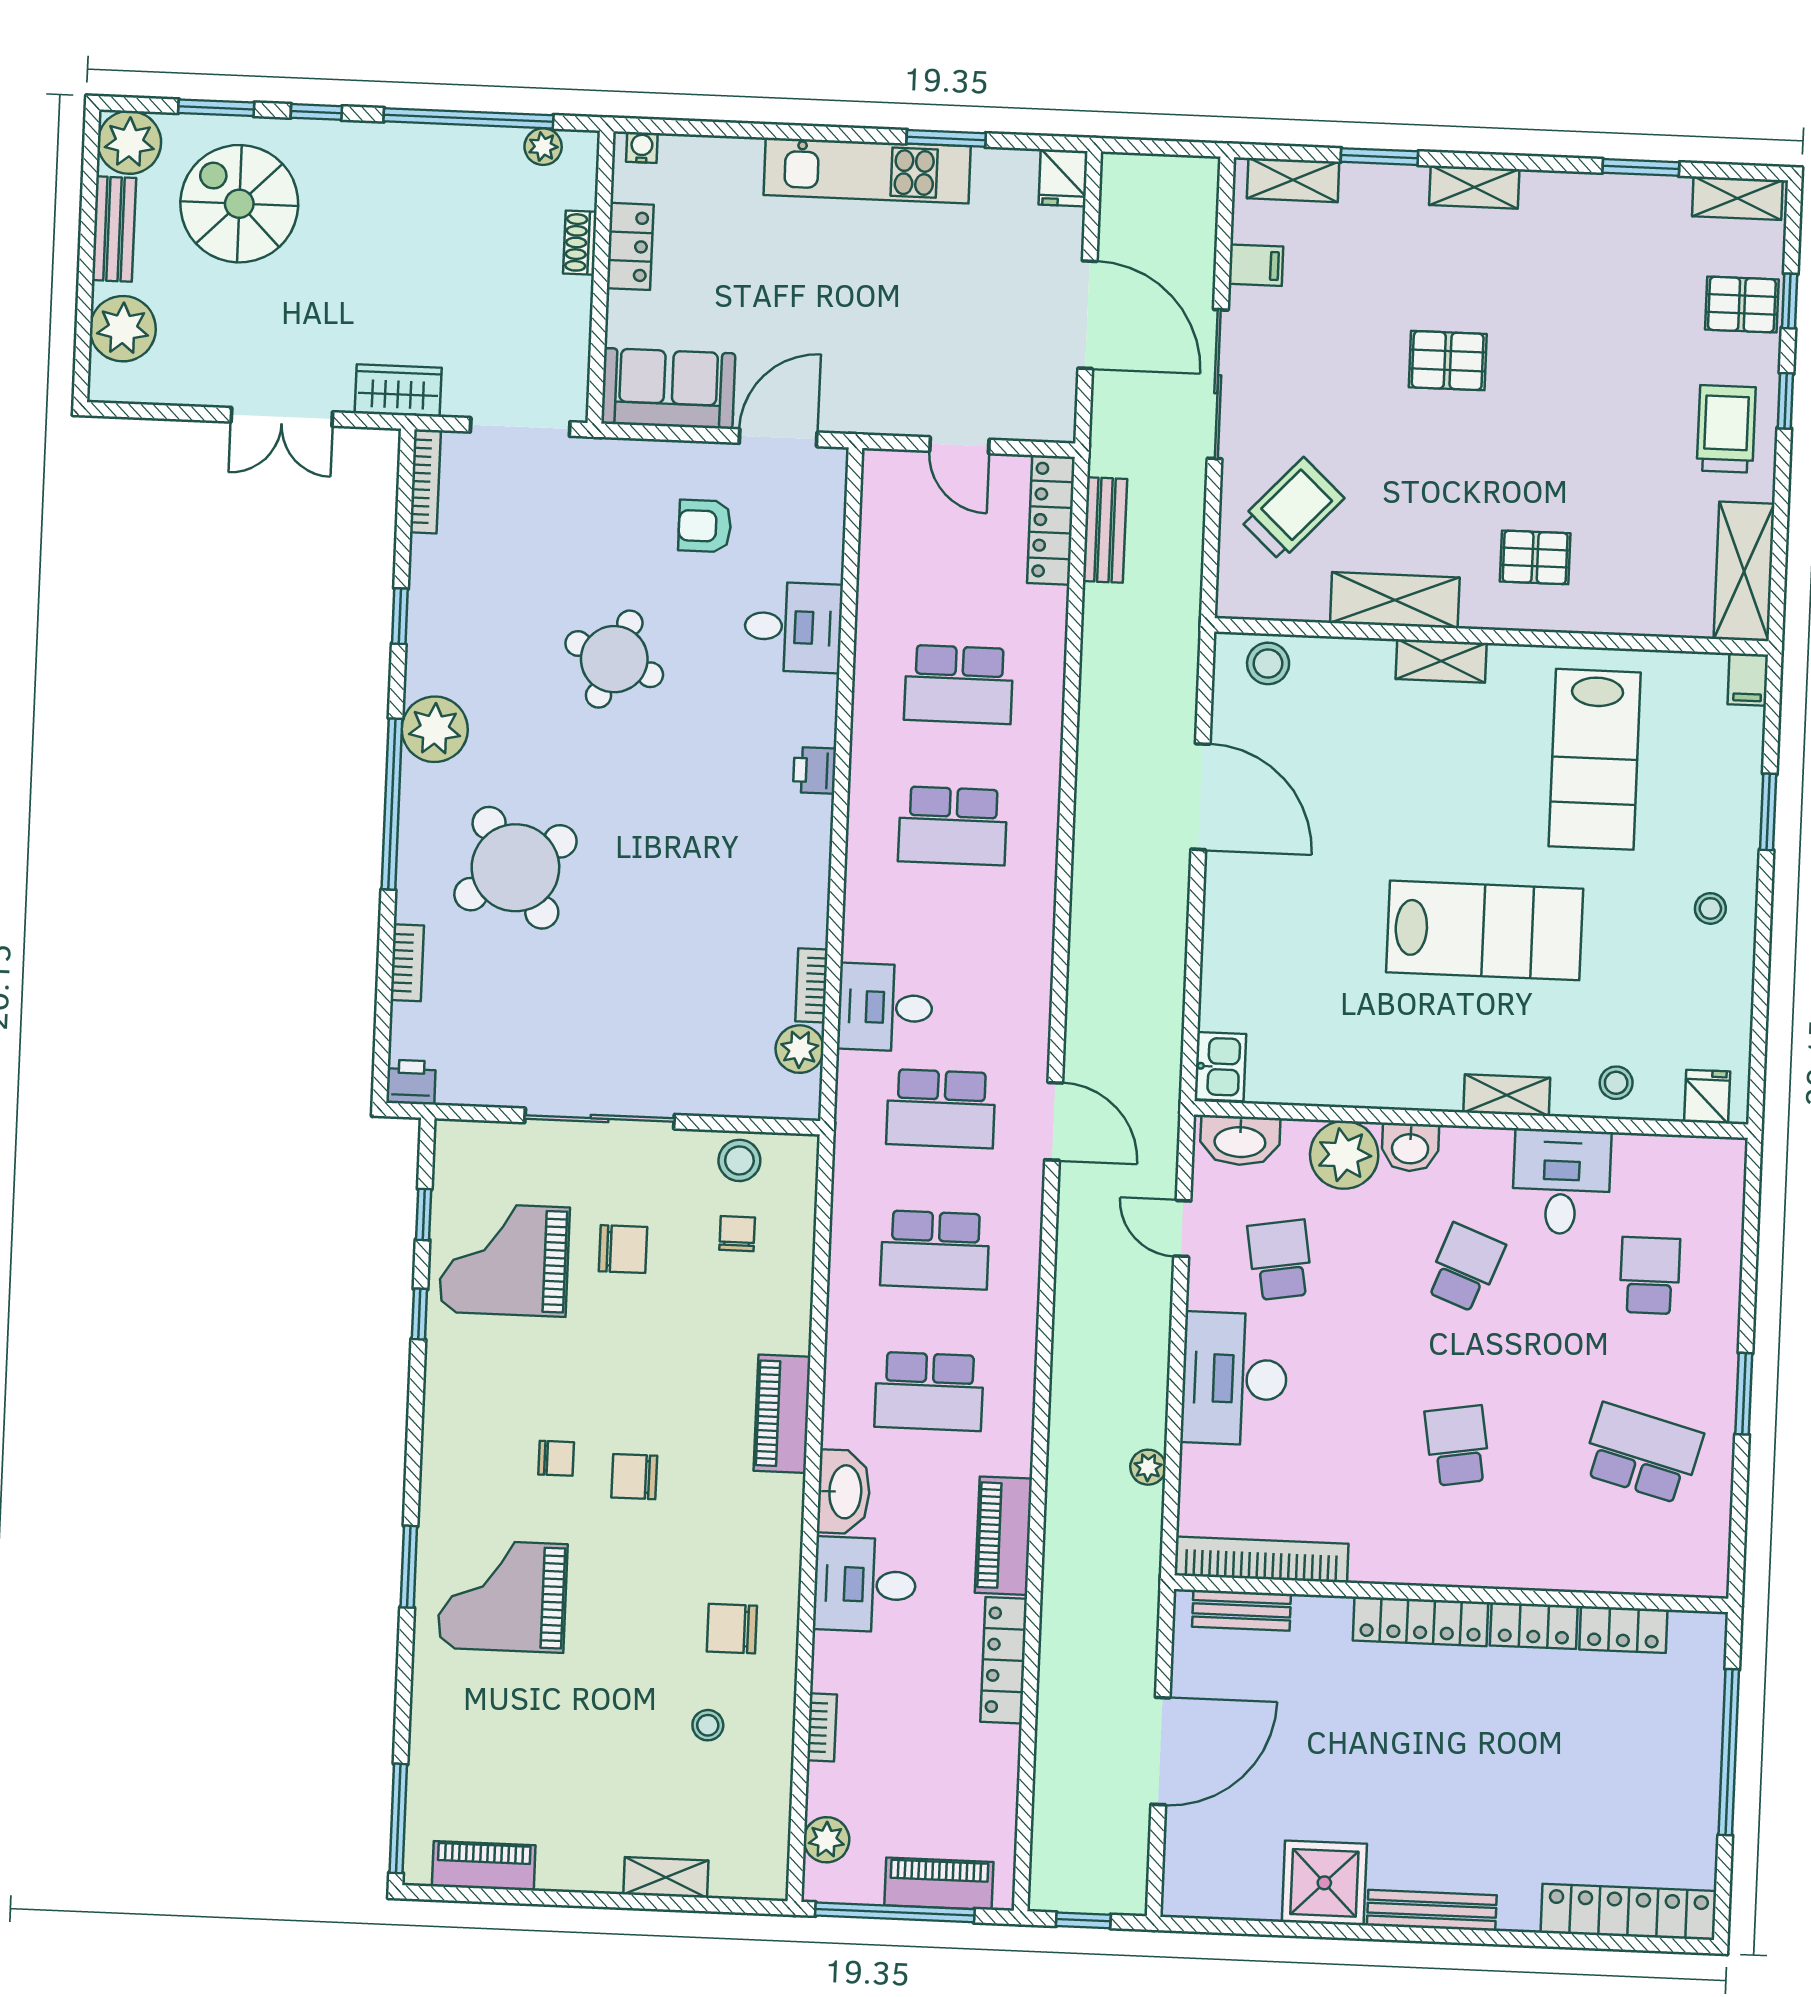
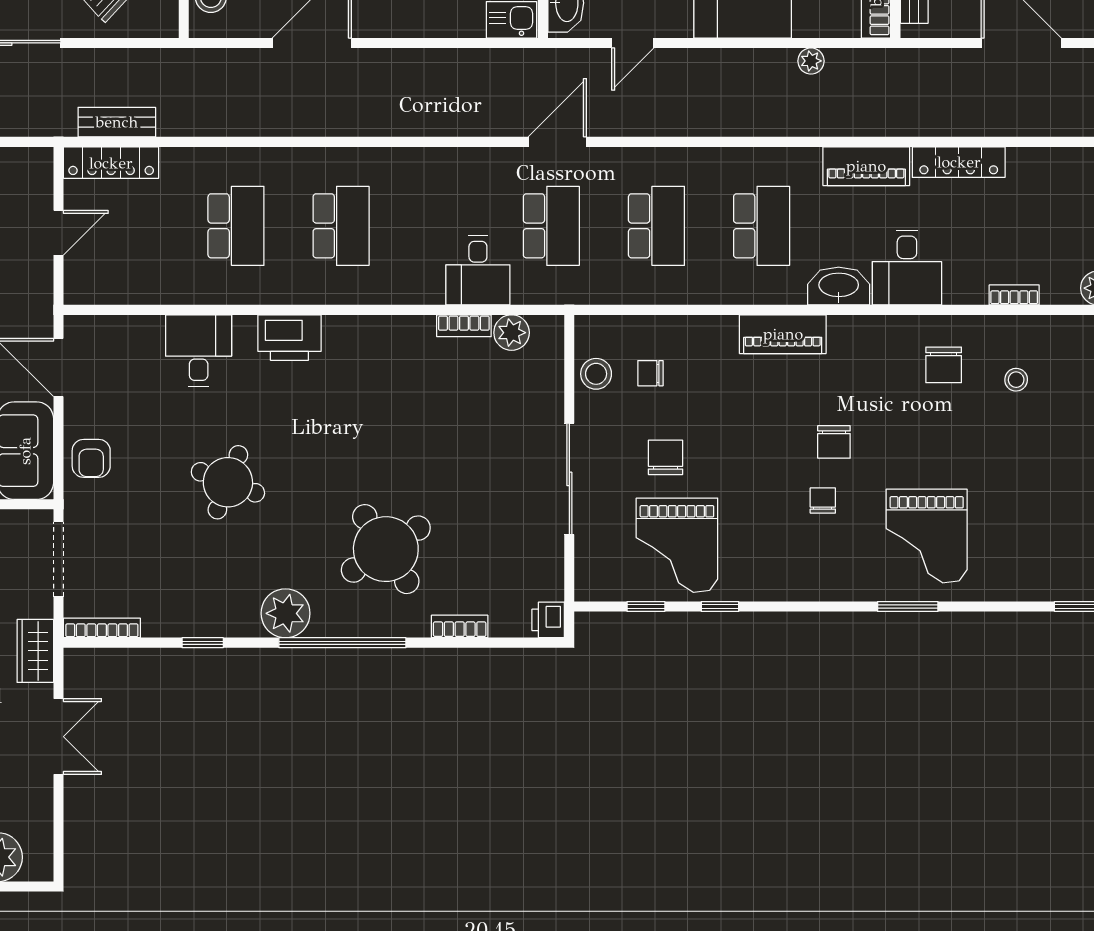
armchair: (705, 526) -> (91, 458), moved
printer: (814, 770) -> (289, 338), width x1.87, depth x1.48

